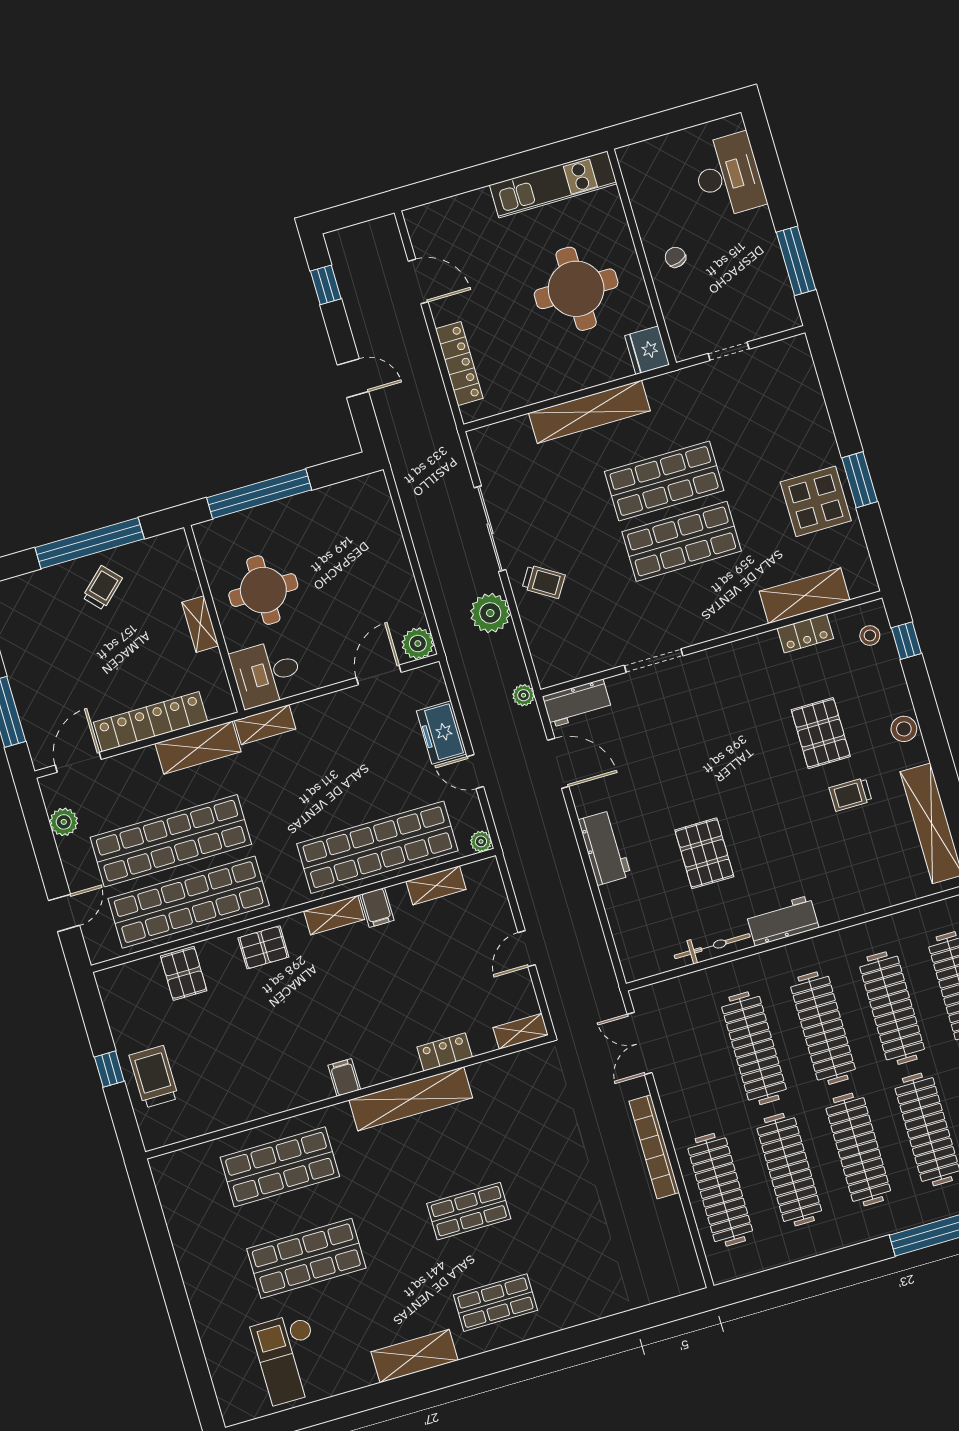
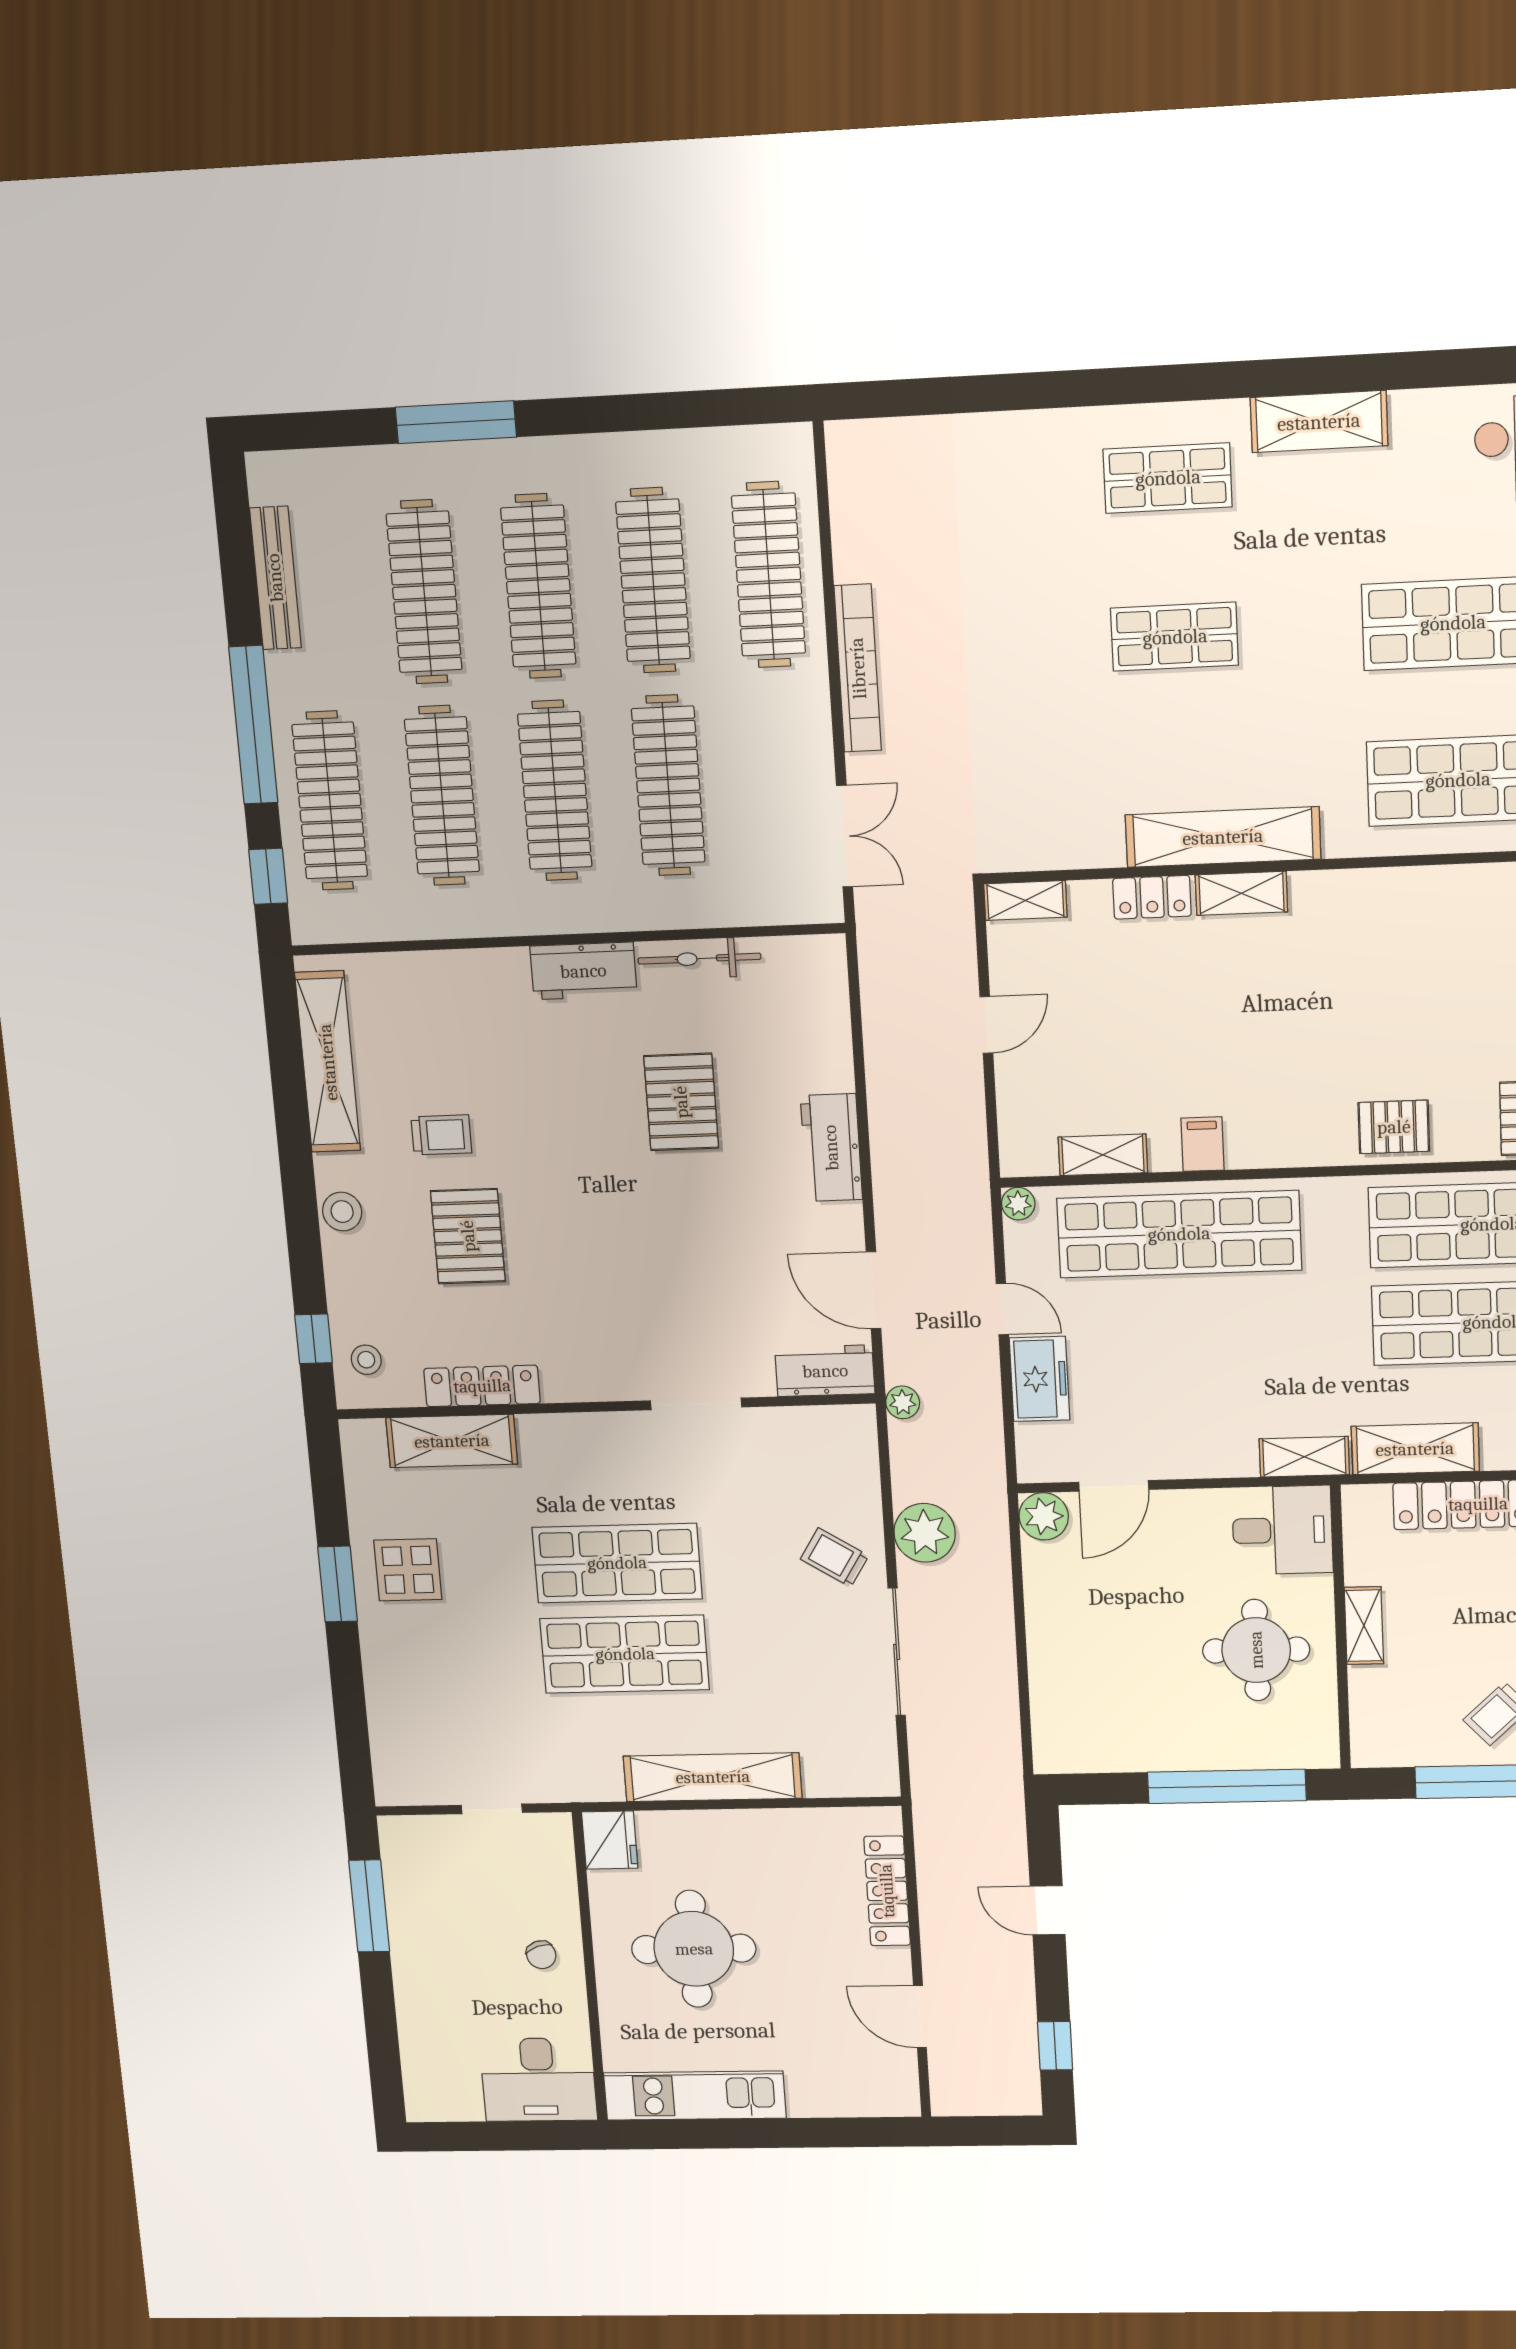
desk: (728, 175) -> (538, 2080), moved, turned -90
display table: (816, 501) -> (408, 1570), width x0.73, depth x0.73
locker: (805, 633) -> (482, 1386), width x1.53
shelving: (334, 915) -> (1241, 893), moved
filing cabinet: (344, 1077) -> (1319, 896), removed

